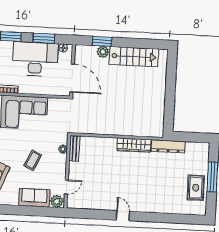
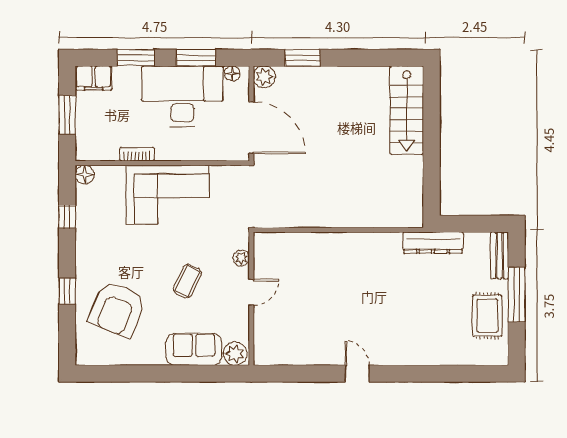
plant: (103, 52) -> (264, 77), moved
stairs: (134, 57) -> (407, 110), moved, turned 90
wardrobe: (134, 145) -> (371, 244), removed
bench: (74, 148) -> (500, 255), moved
door: (66, 187) -> (251, 292), moved

